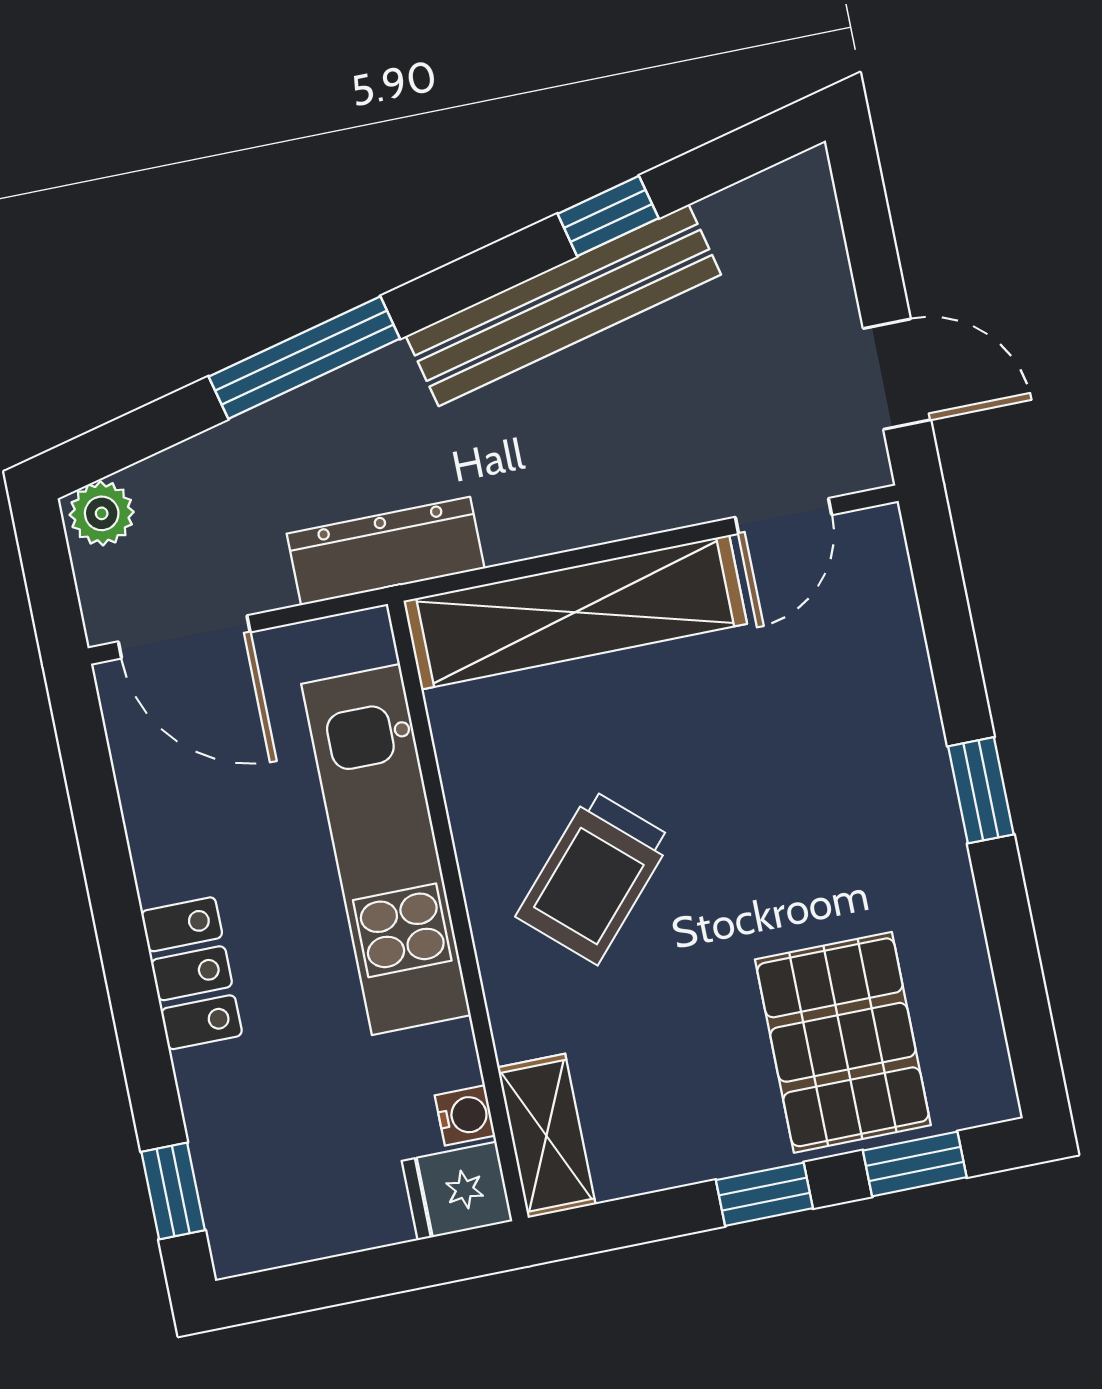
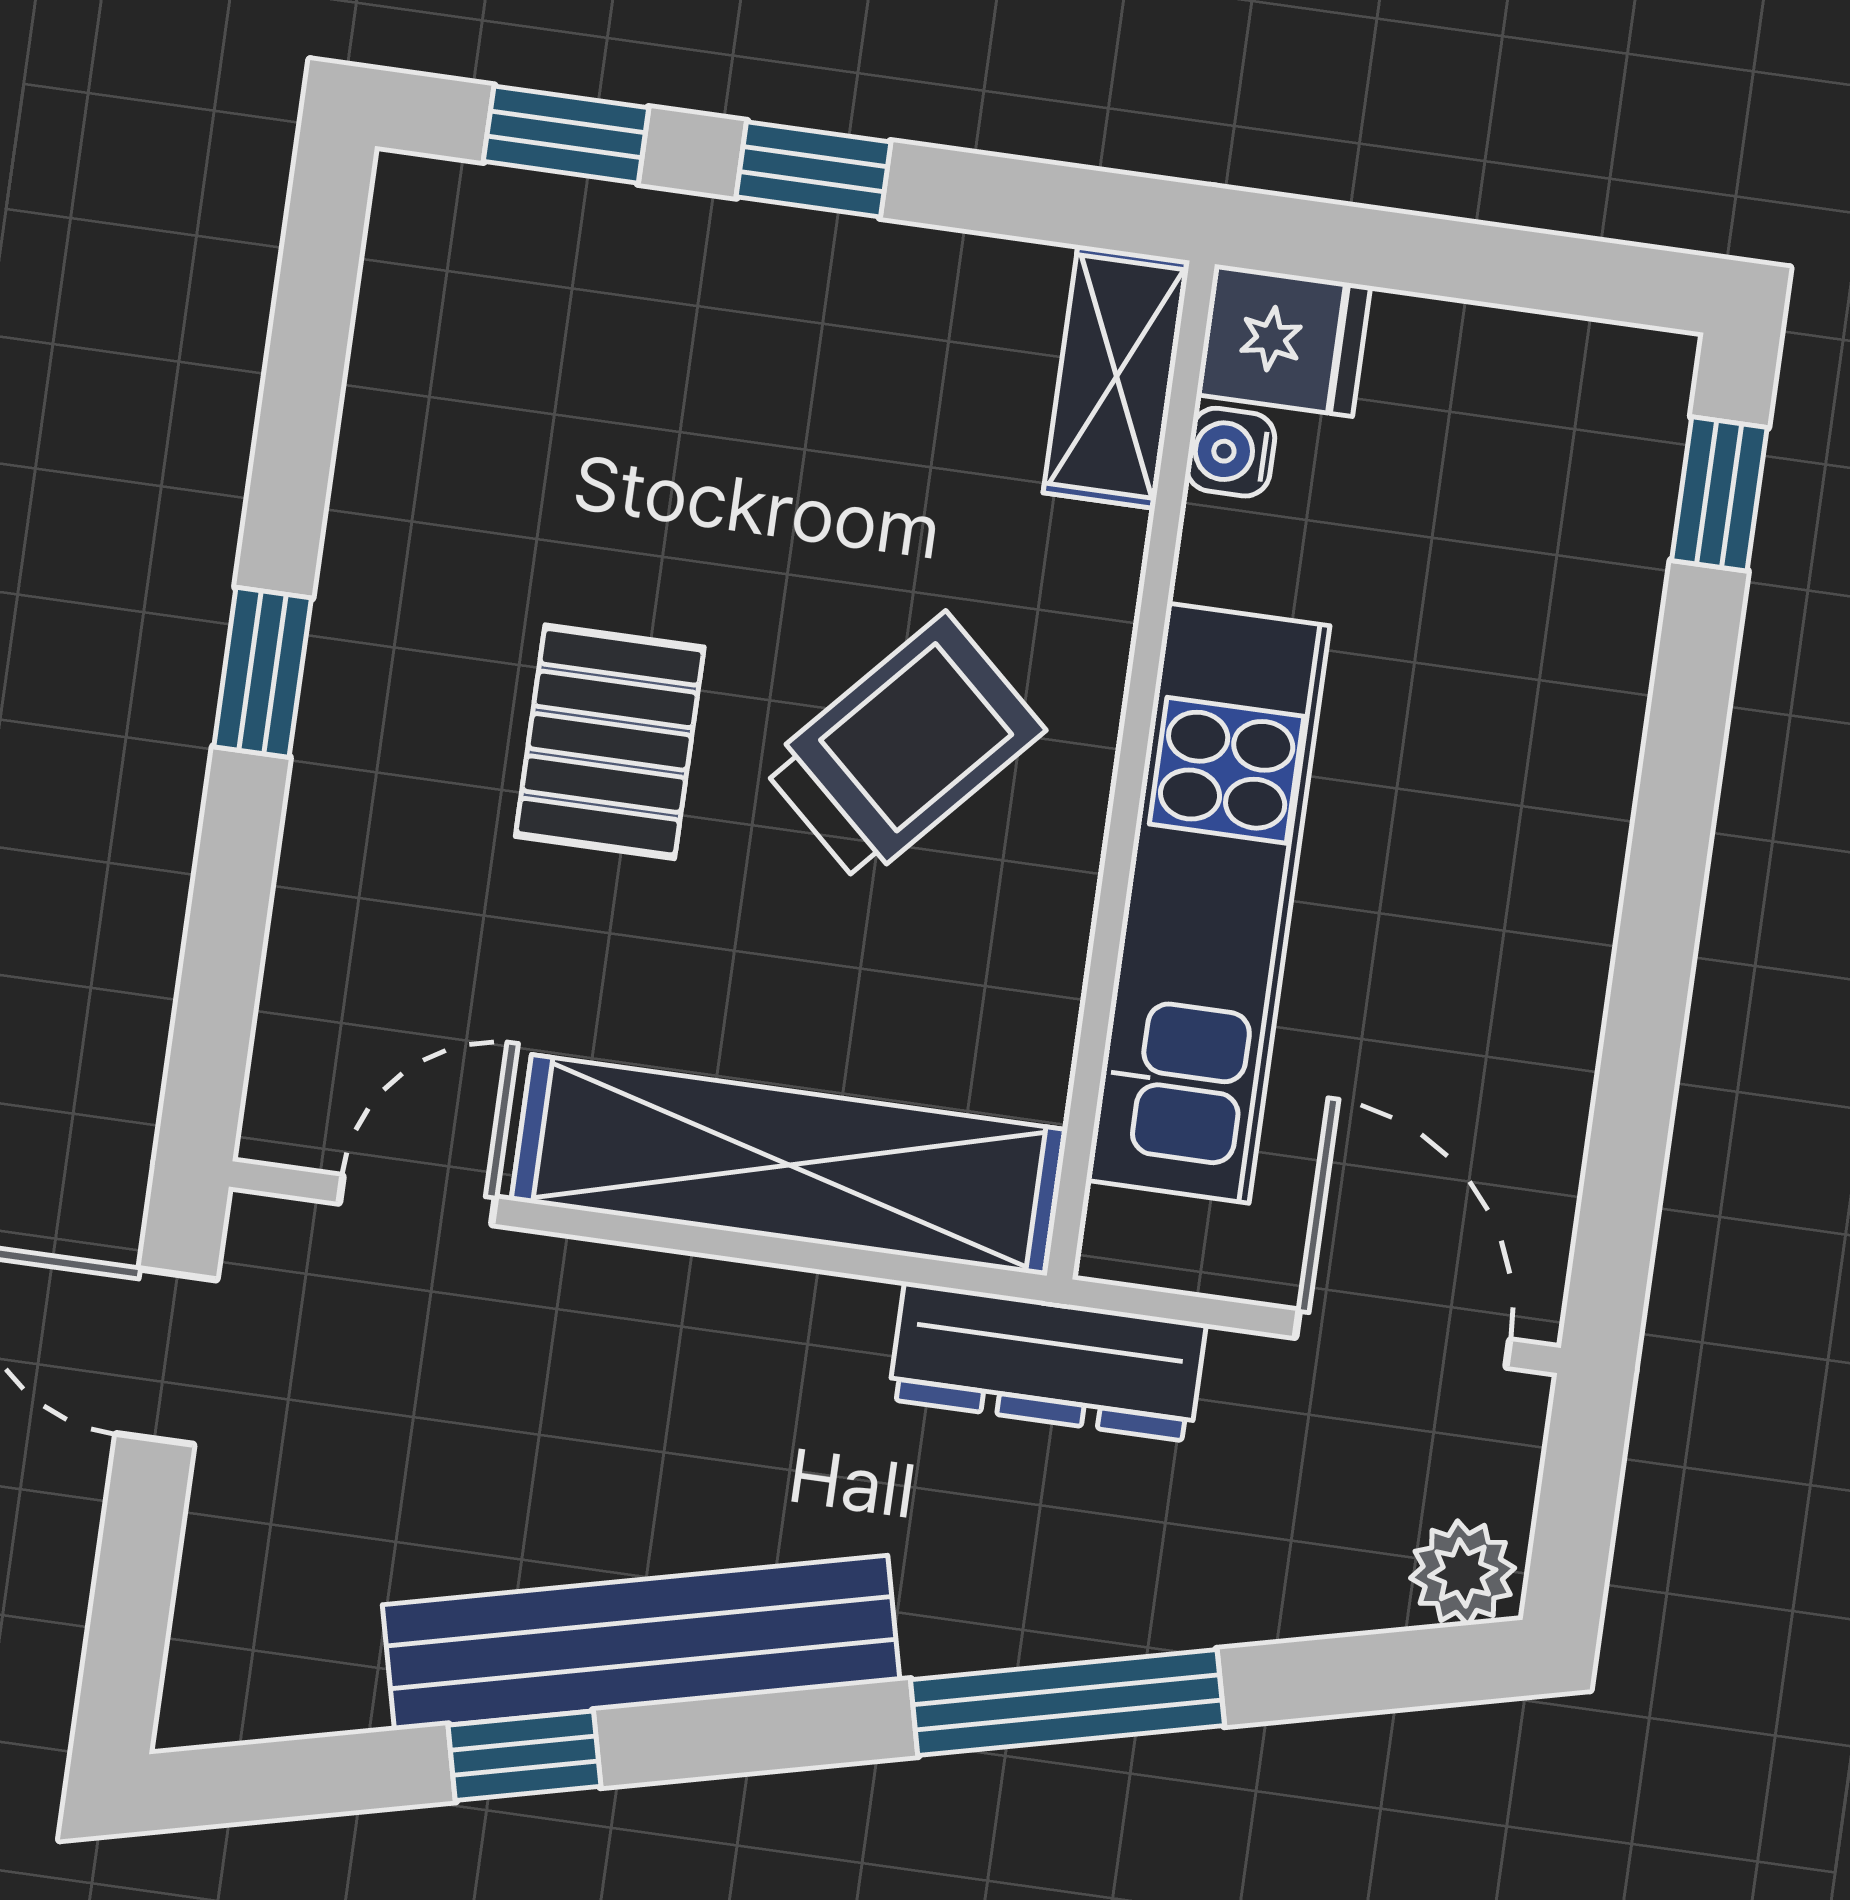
locker: (192, 973) -> (1573, 818), removed
pallet: (843, 1042) -> (610, 742), moved, width x0.67, depth x0.71

